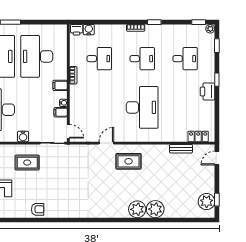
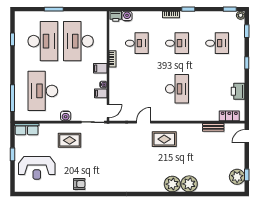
printer: (207, 91) -> (238, 91), moved
desk: (142, 107) -> (177, 89), width x0.73, depth x0.77
door: (68, 131) -> (108, 111), hinge flipped

